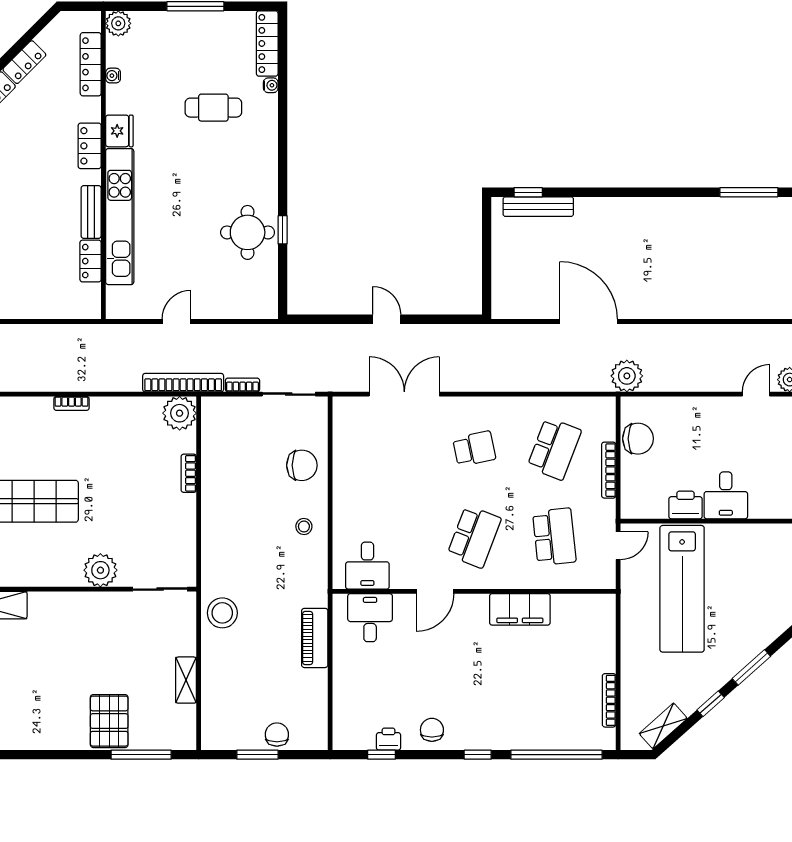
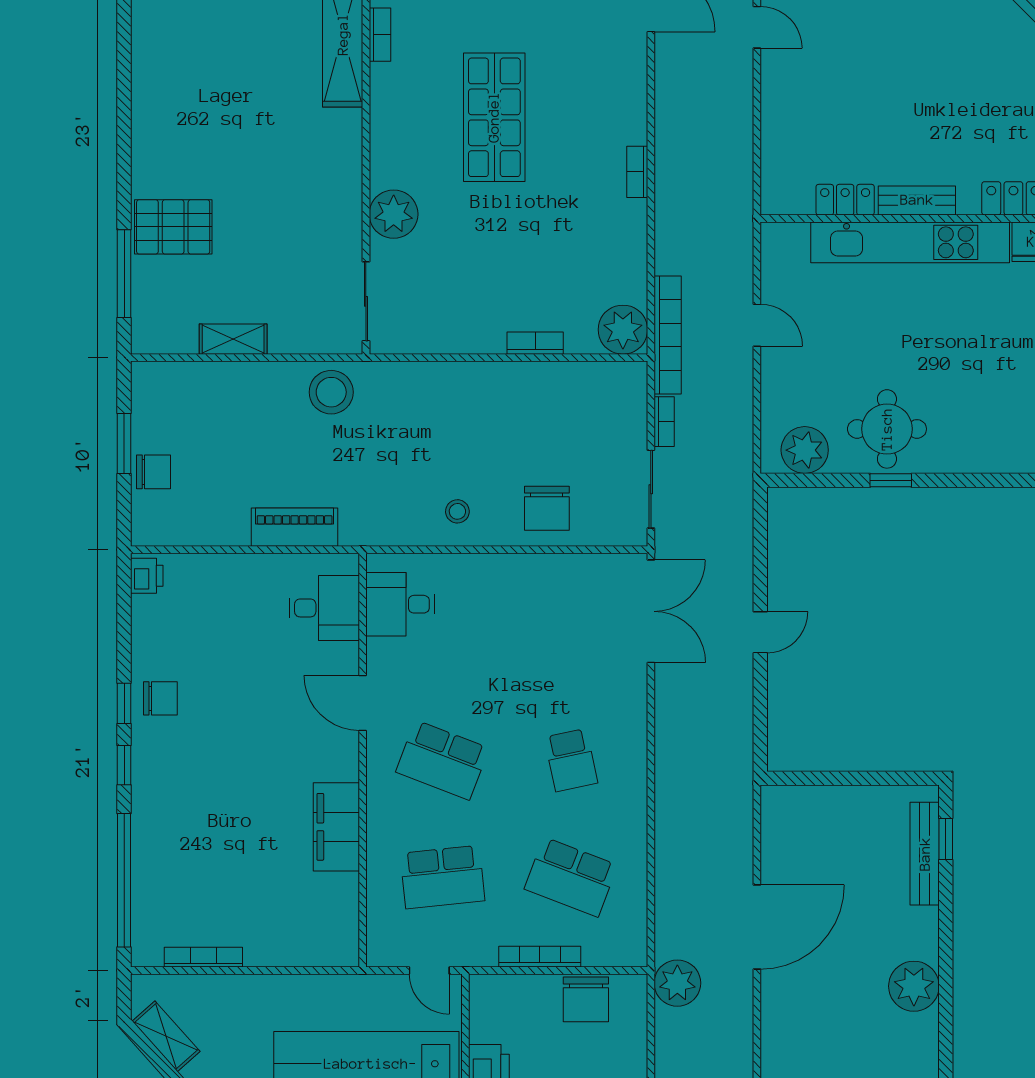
plant: (629, 214) -> (914, 986), added
plant: (262, 289) -> (805, 450), added
double door: (404, 394) -> (651, 611), moved
printer: (389, 739) -> (147, 576), moved
window: (382, 755) -> (124, 703), moved

